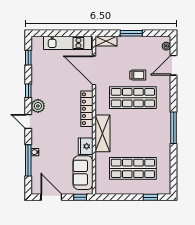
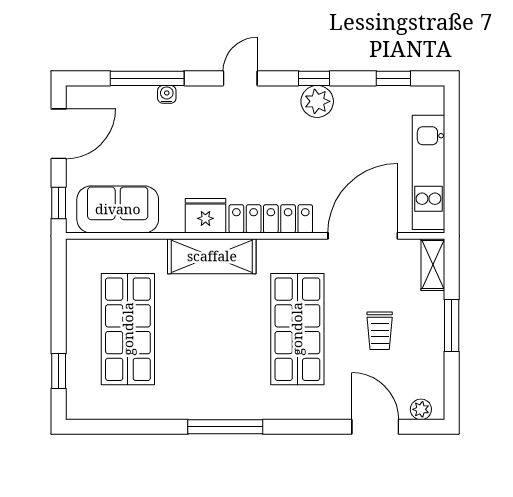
trolley: (138, 75) -> (380, 331), moved
plant: (38, 106) -> (317, 101), moved
fridge: (86, 146) -> (205, 216), moved

